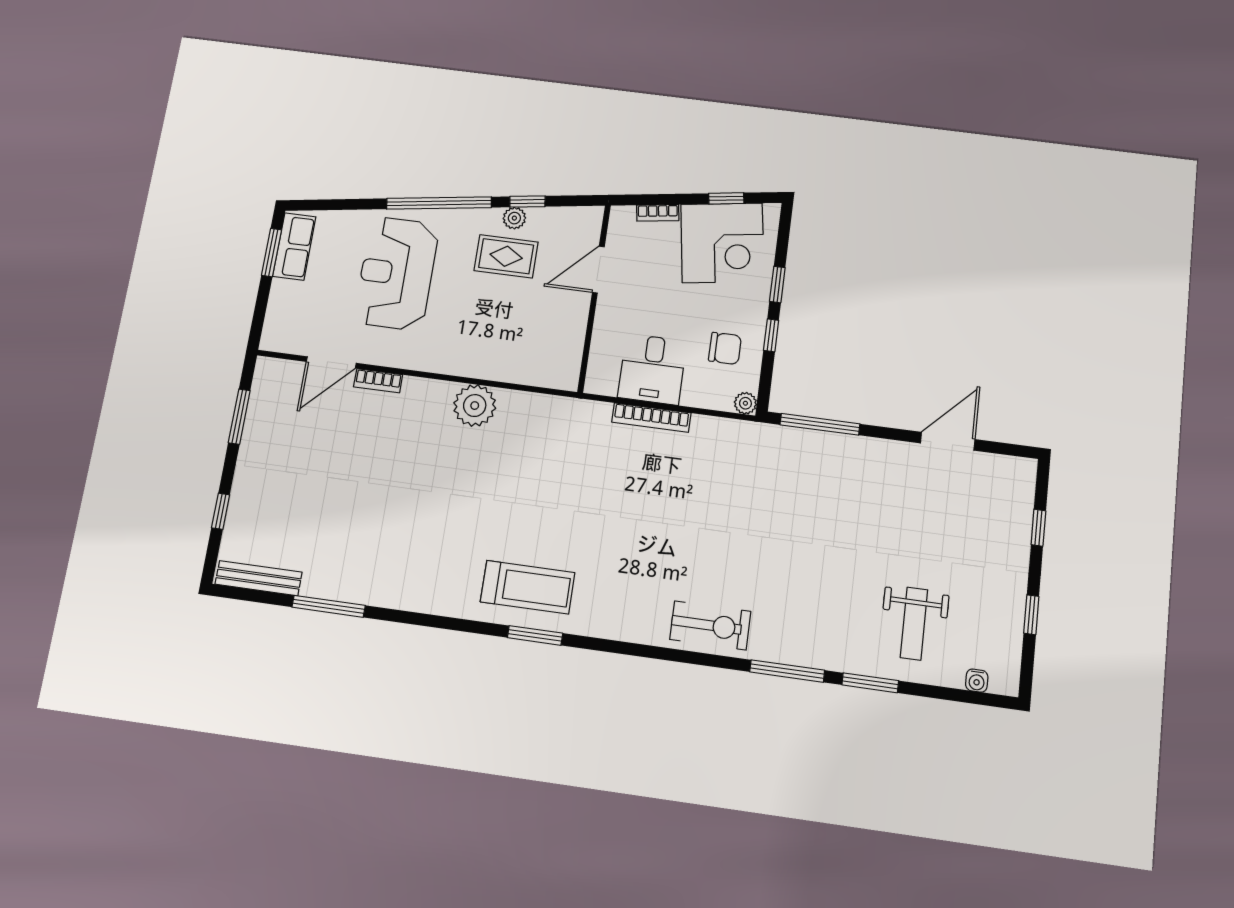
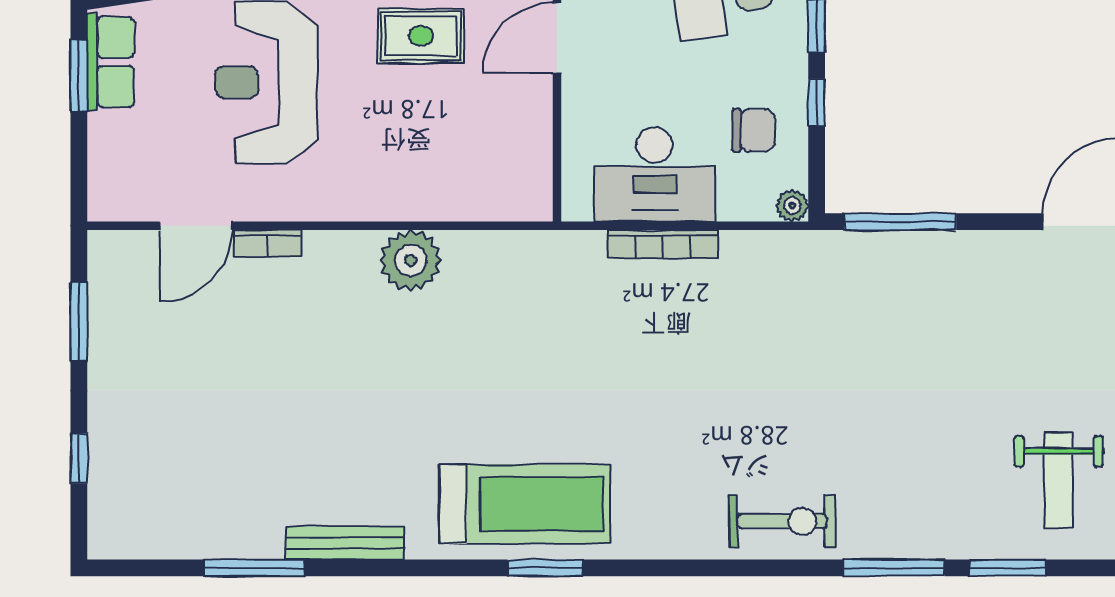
desk: (652, 369) -> (655, 174), width x1.37
bench: (259, 578) -> (345, 543), moved
treadmill: (528, 587) -> (525, 504), width x1.37, depth x1.38

